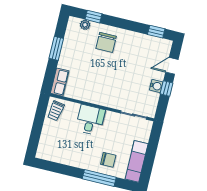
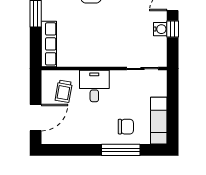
row of seats: (60, 82) -> (49, 44), width x1.48
trolley: (56, 111) -> (64, 91), moved
door: (35, 134) -> (36, 118), added

